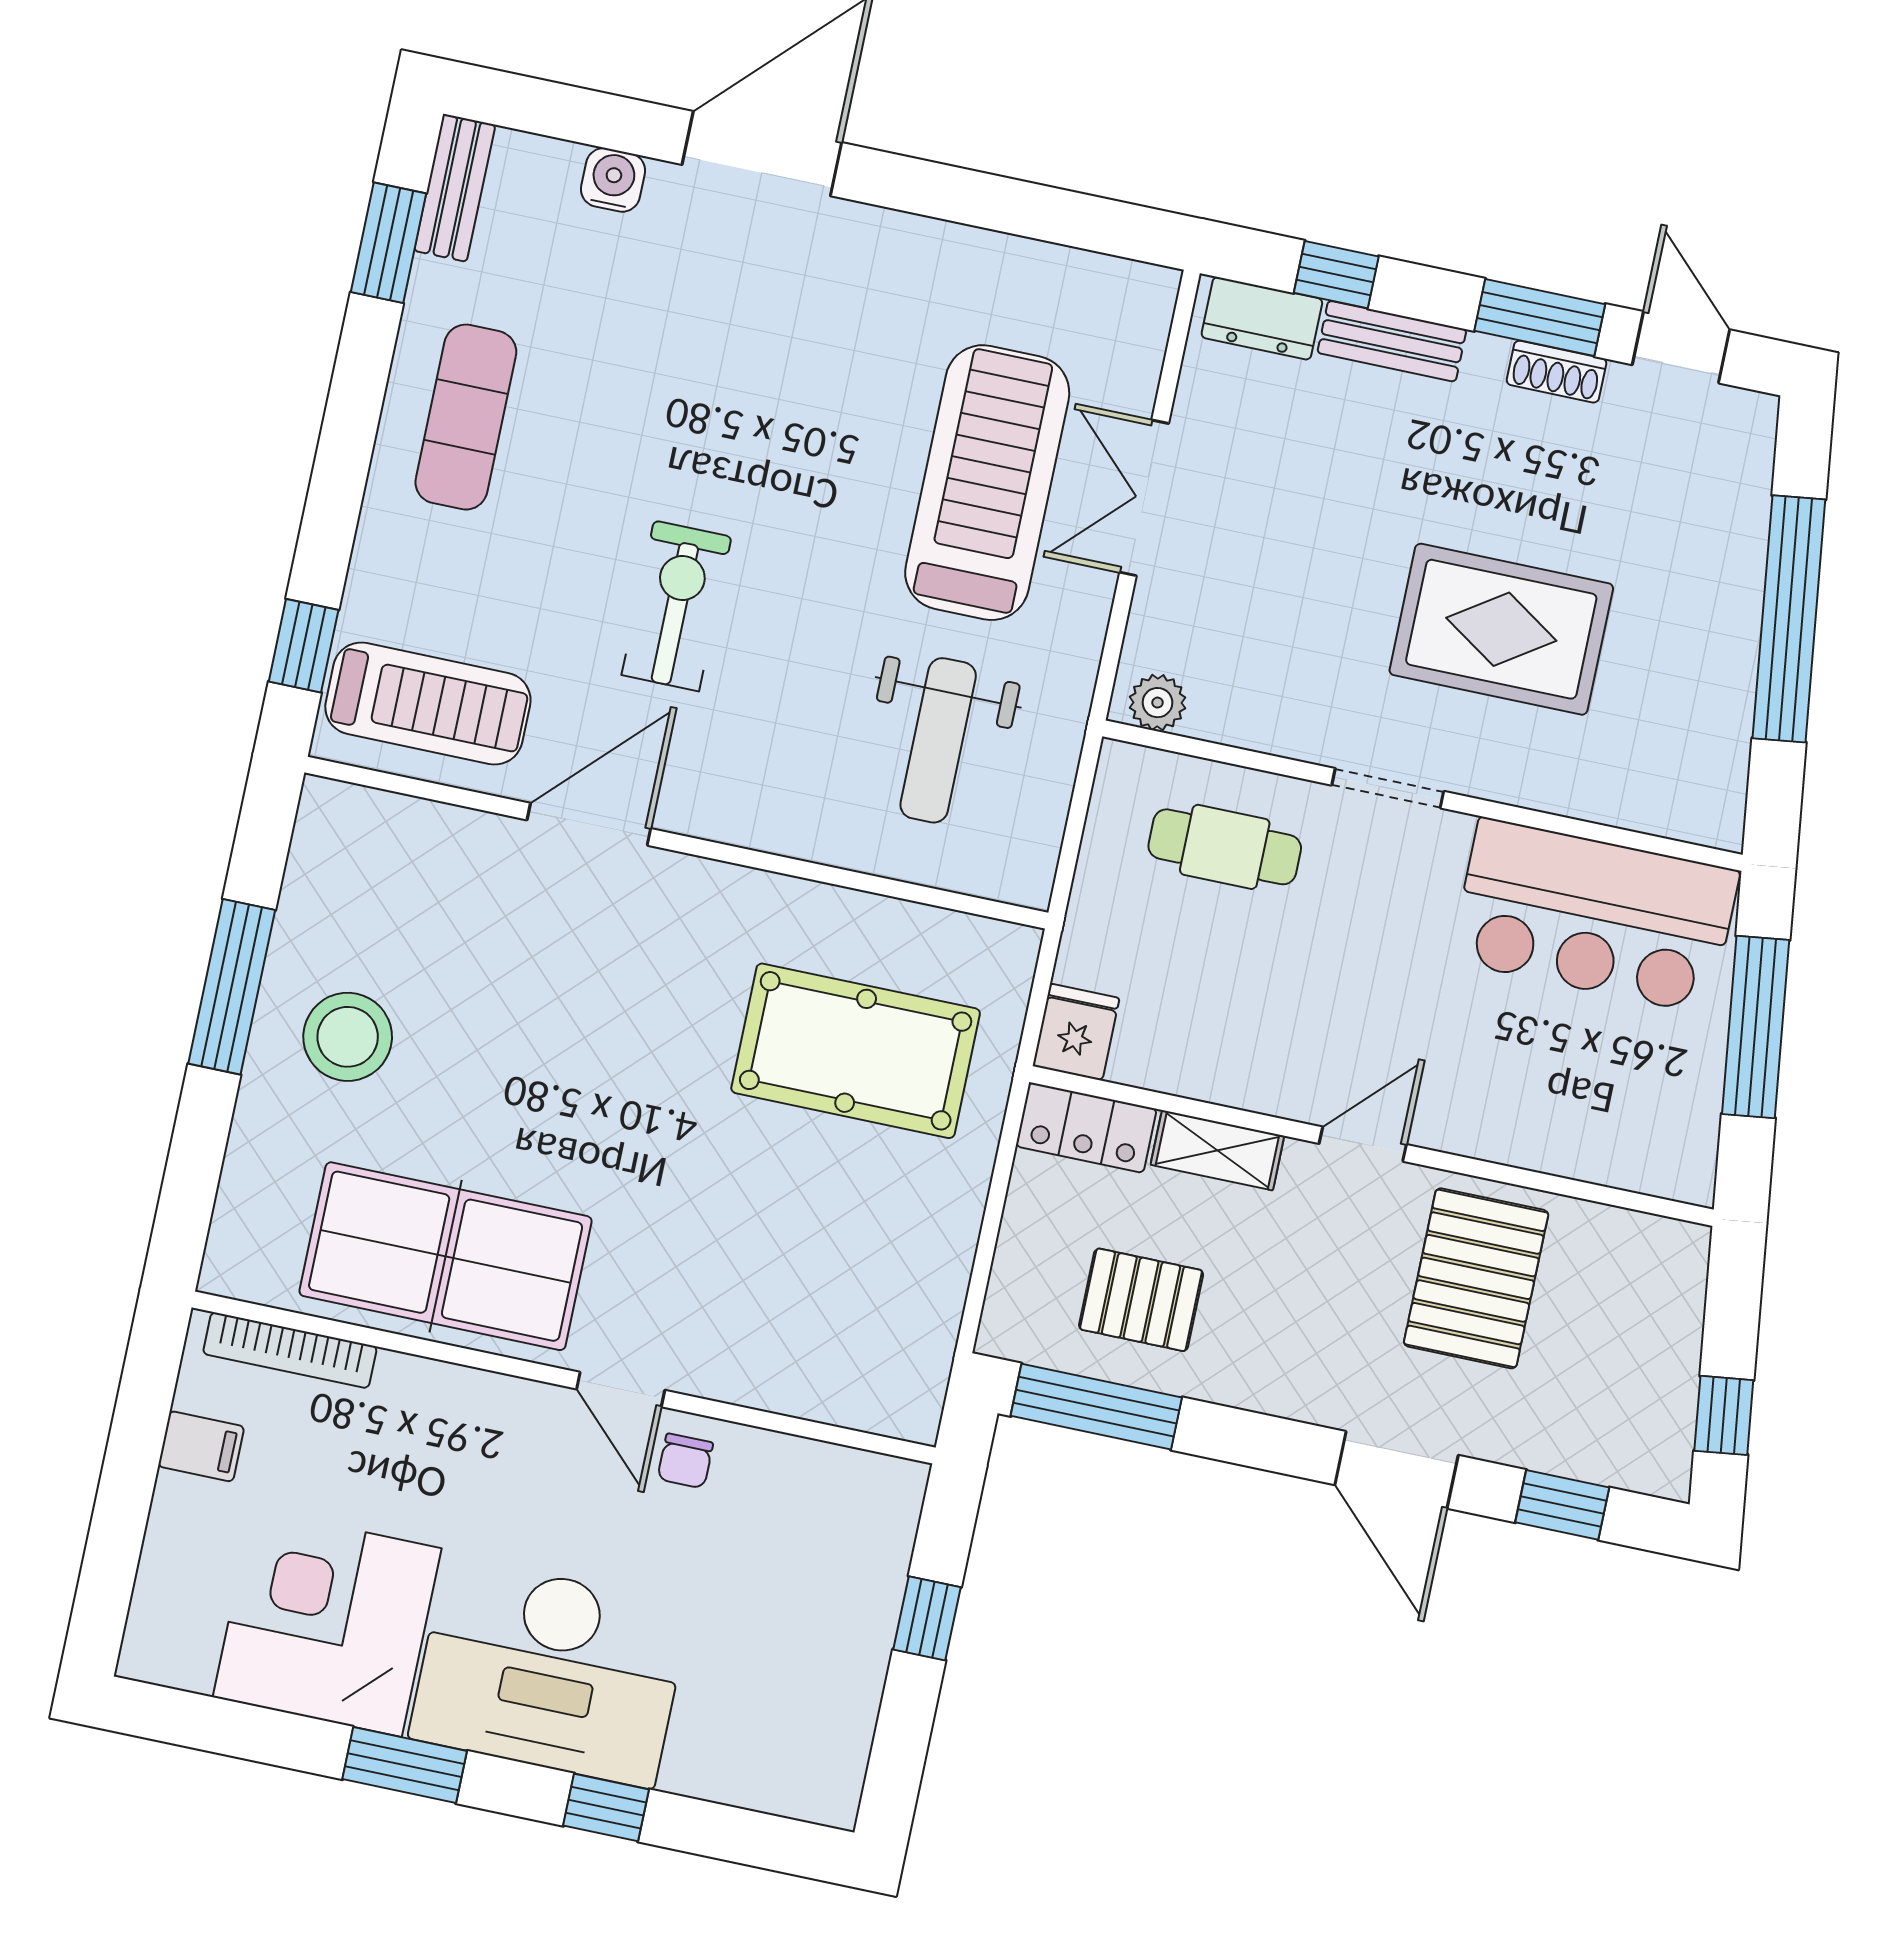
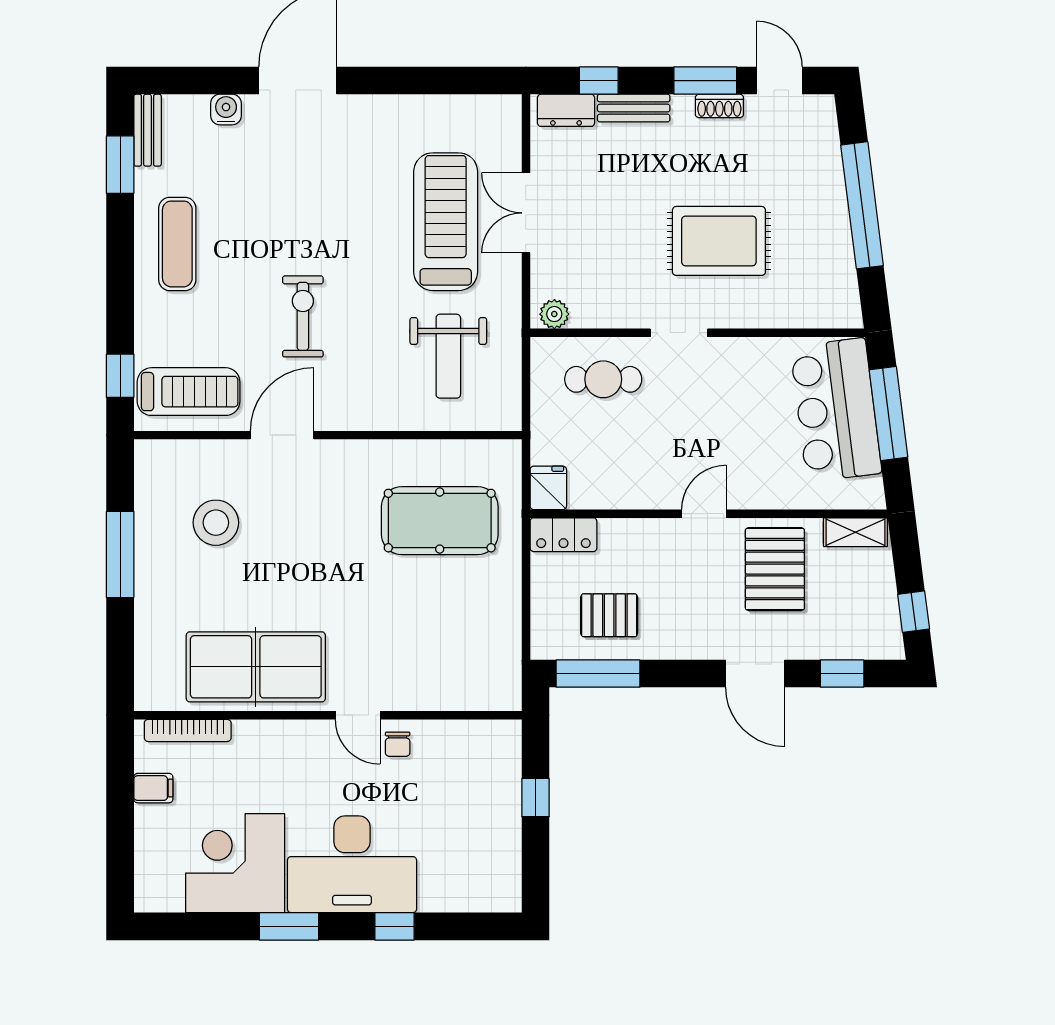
bar counter: (1595, 916) -> (836, 410), moved, turned 83
stool: (348, 1037) -> (216, 523), moved
shelving: (1217, 1150) -> (855, 532), moved

